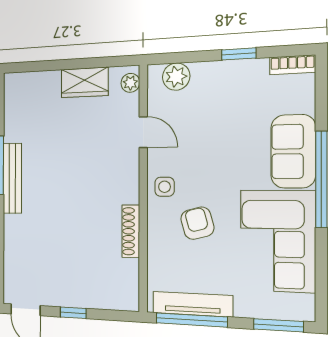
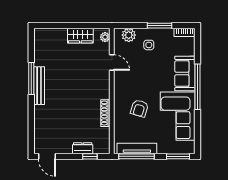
window: (239, 54) -> (160, 26), width x1.50
side table: (165, 187) -> (149, 45), moved
armchair: (197, 223) -> (139, 108), turned -148
dresser: (89, 298) -> (83, 148), added
window: (73, 313) -> (90, 156), moved

